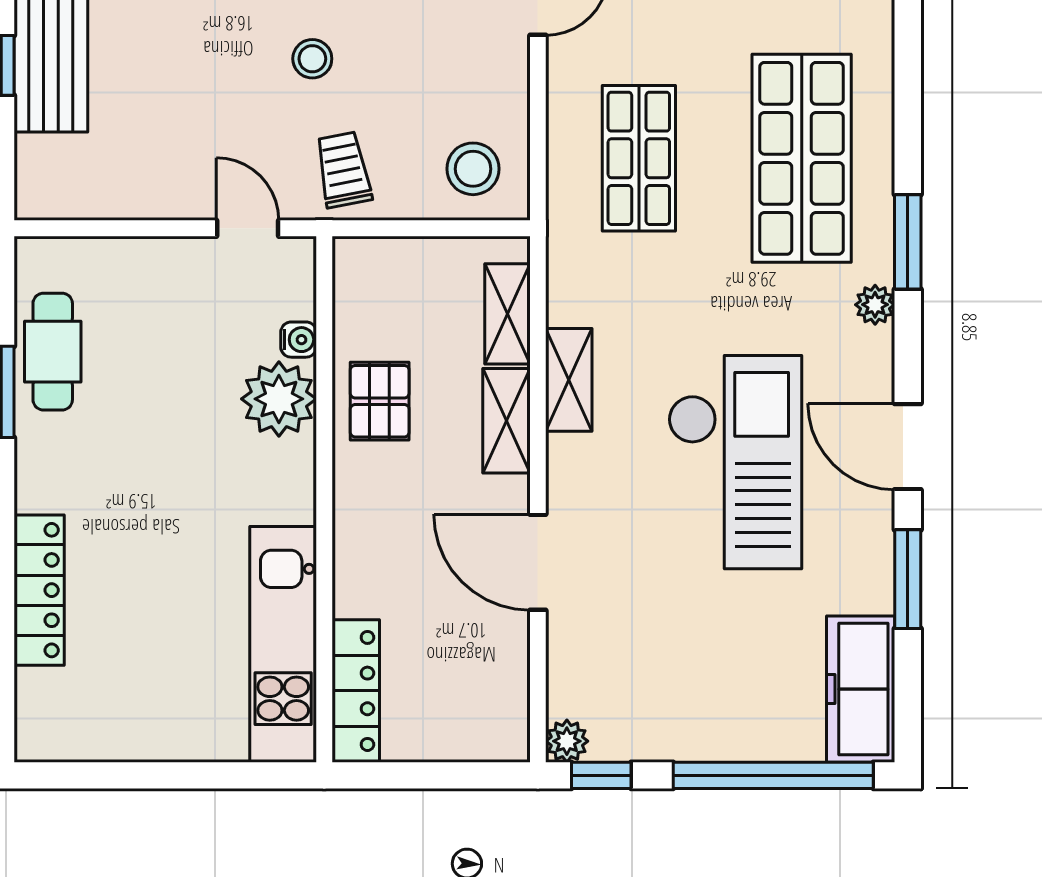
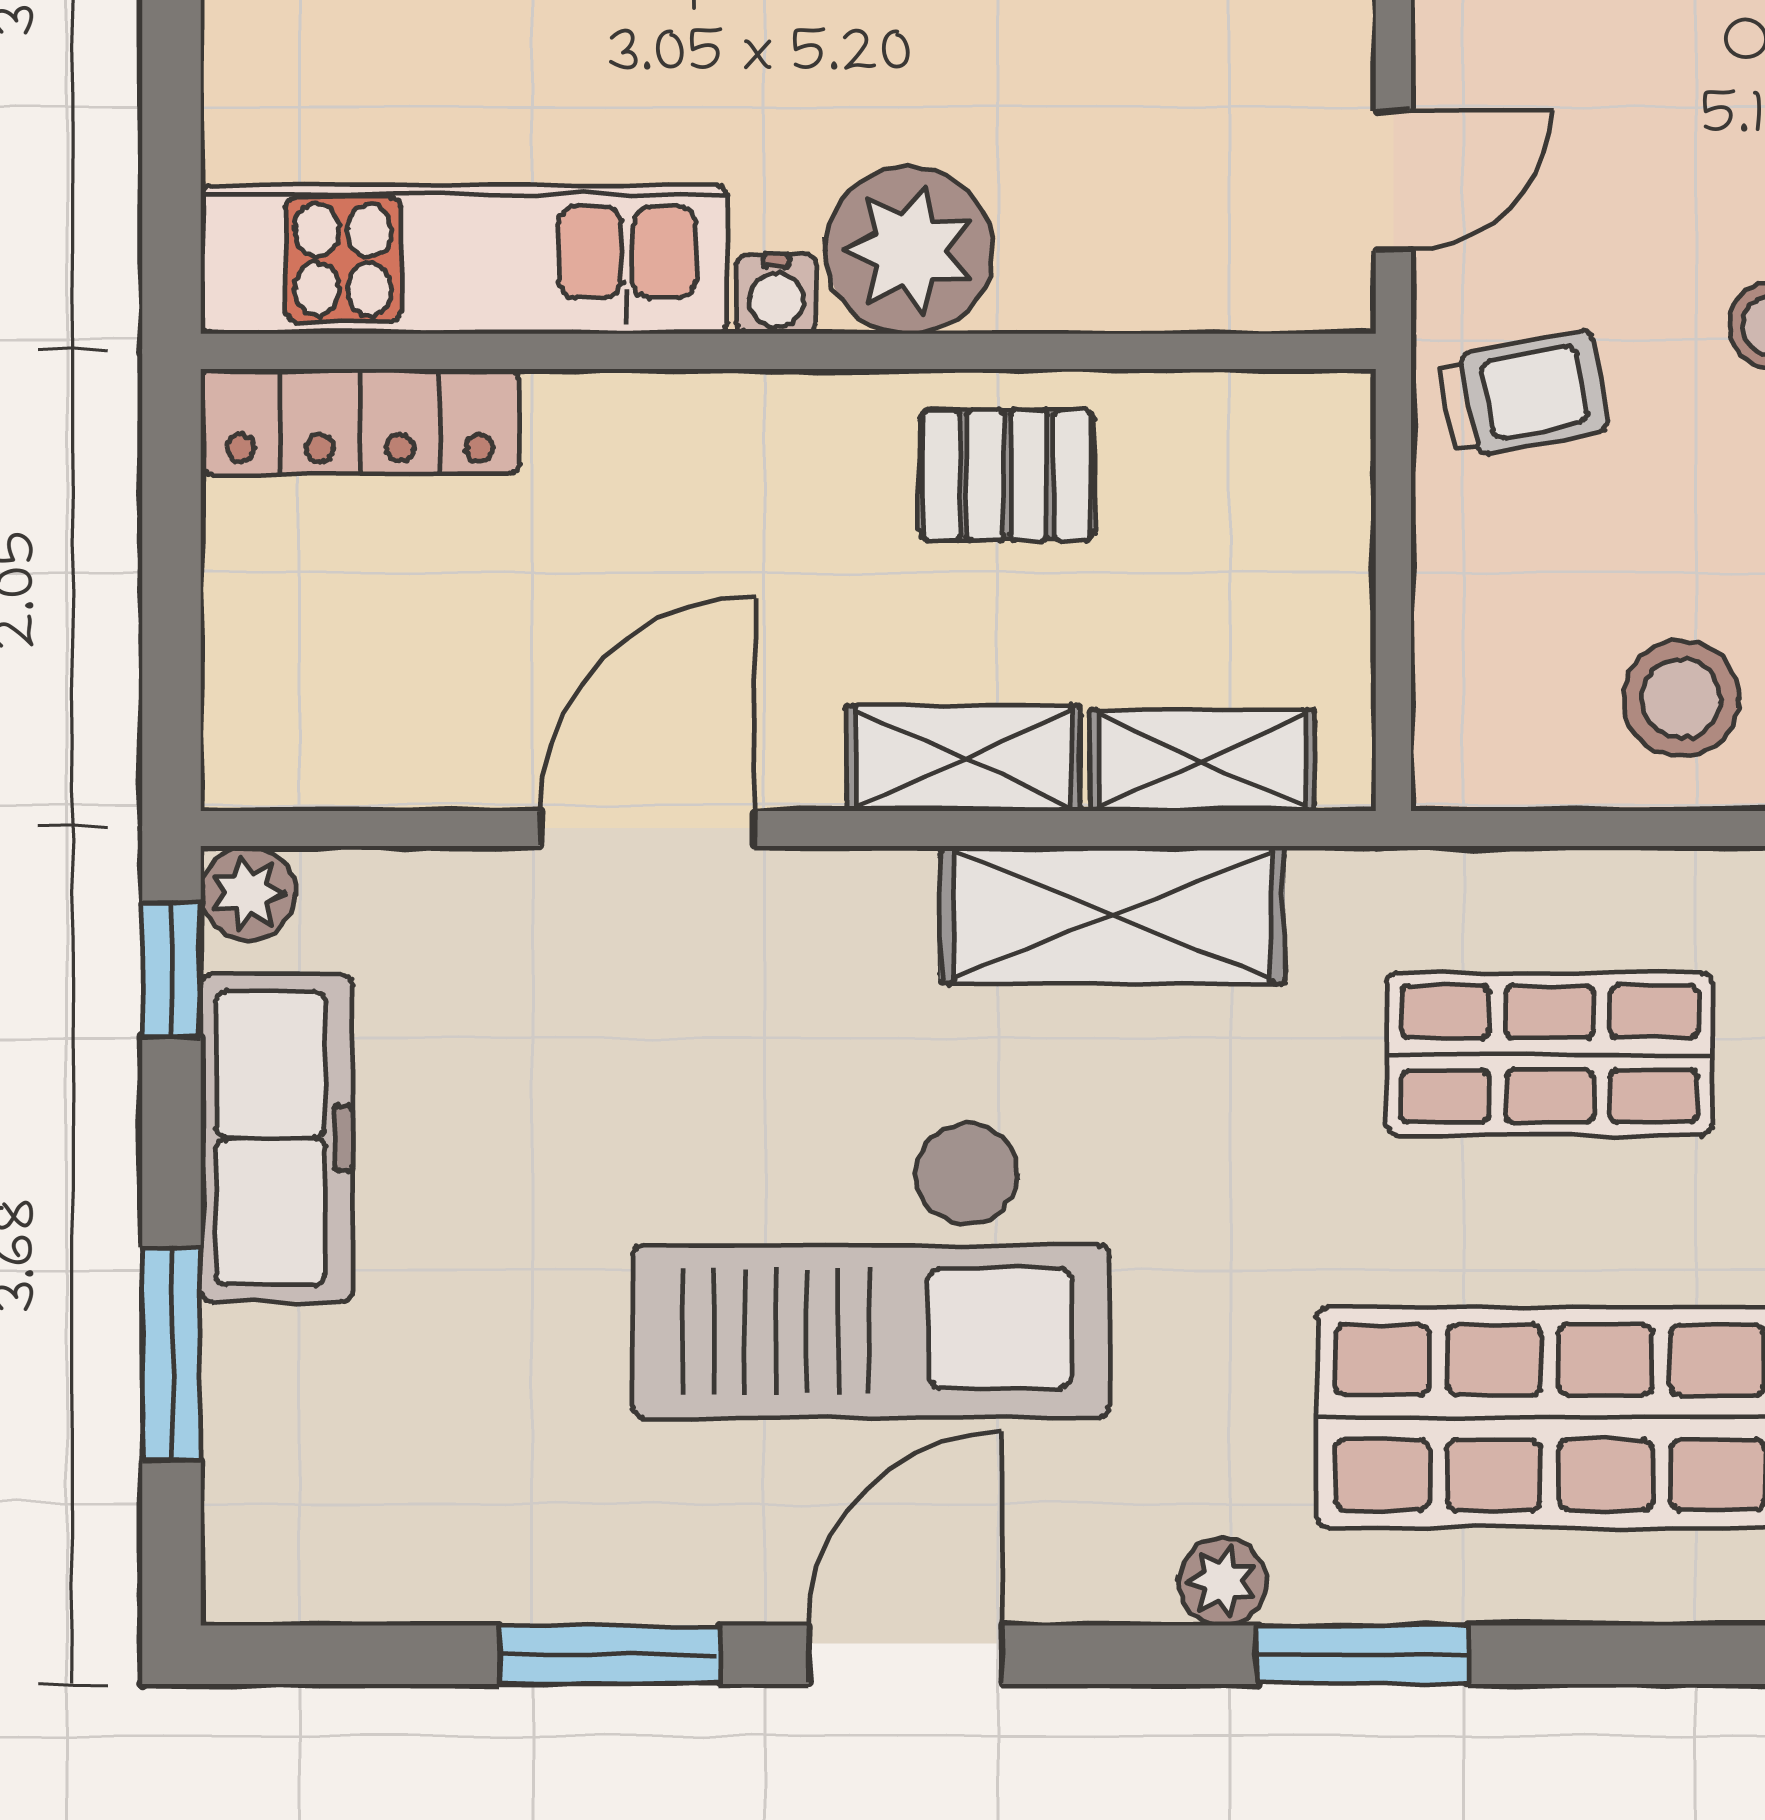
stool: (473, 169) -> (1681, 699), moved
water cooler: (299, 340) -> (776, 294), moved
shelving: (569, 380) -> (1112, 915), width x1.50, depth x1.33
plant: (279, 399) -> (909, 250), moved
freezer: (861, 689) -> (276, 1138), moved, turned 90
window: (773, 775) -> (171, 1354), width x0.47

